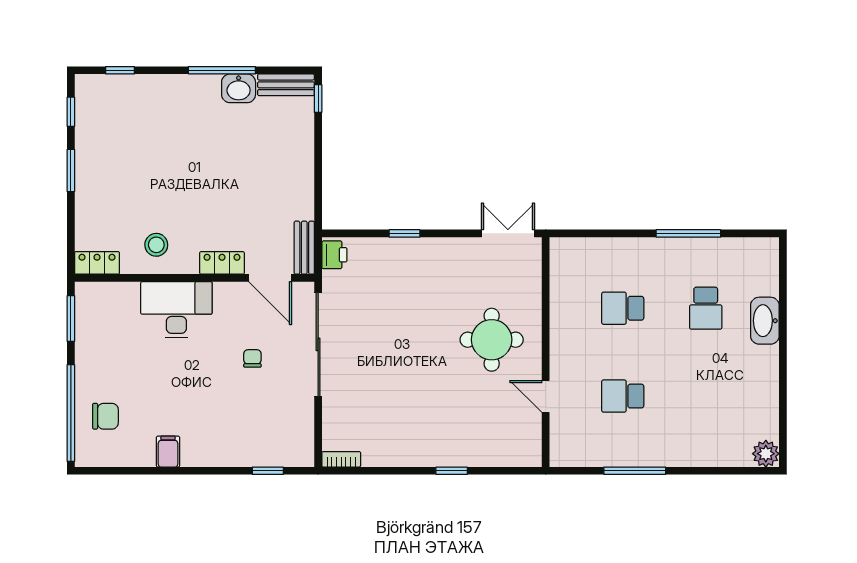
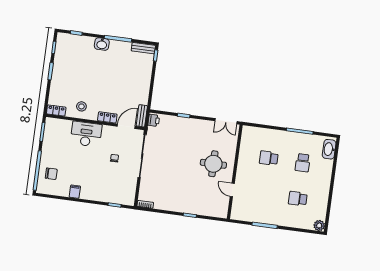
washbasin: (239, 88) -> (102, 44), moved
double door: (508, 233) -> (226, 121), swing flipped
door: (270, 278) -> (126, 126), swing flipped
washbasin: (765, 321) -> (329, 149), moved
school desk: (623, 396) -> (298, 199), moved

